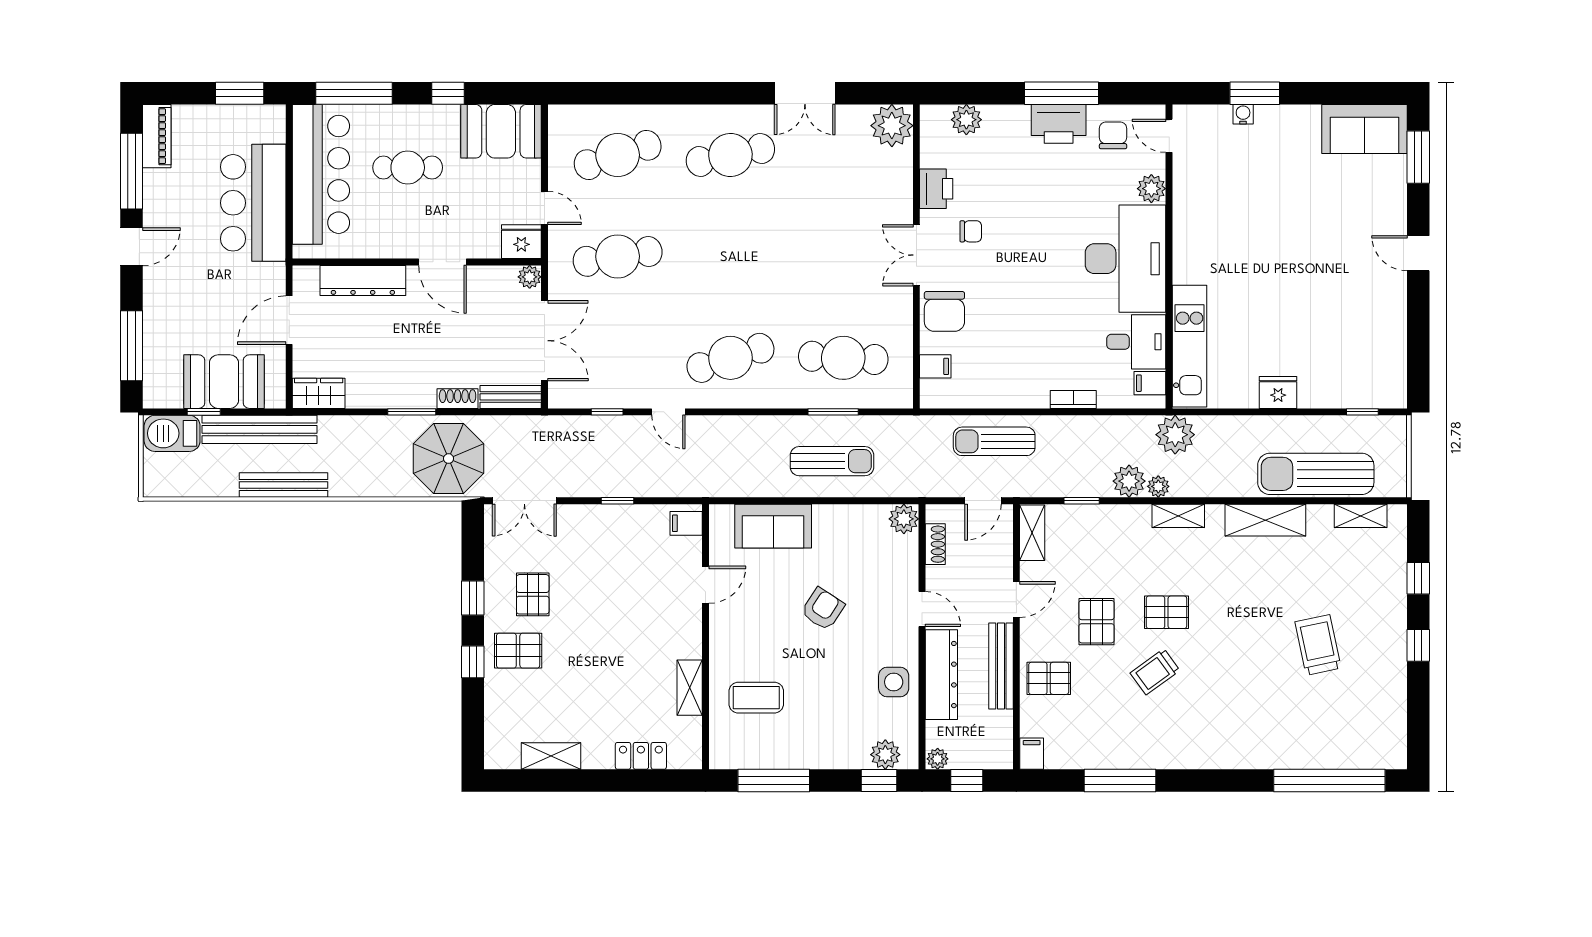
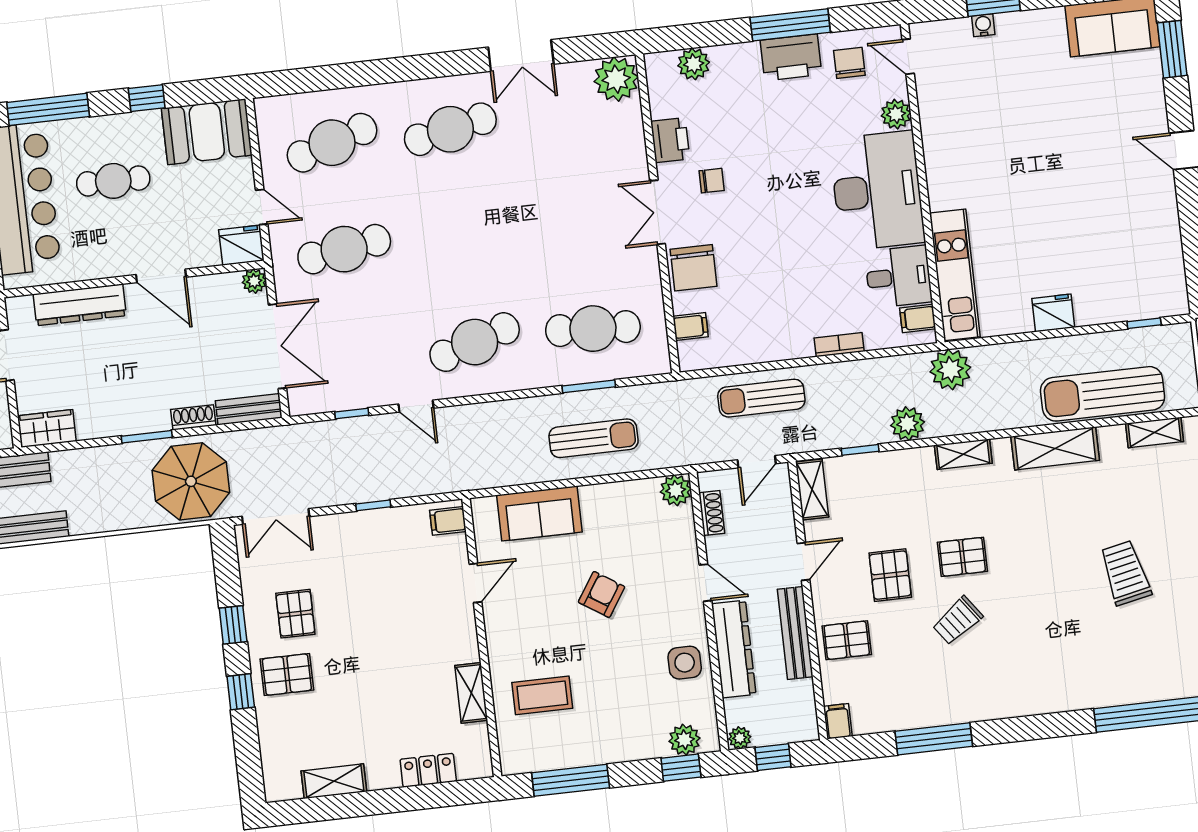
plant: (1158, 486) -> (939, 426), removed

